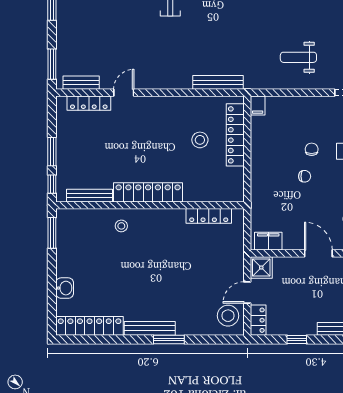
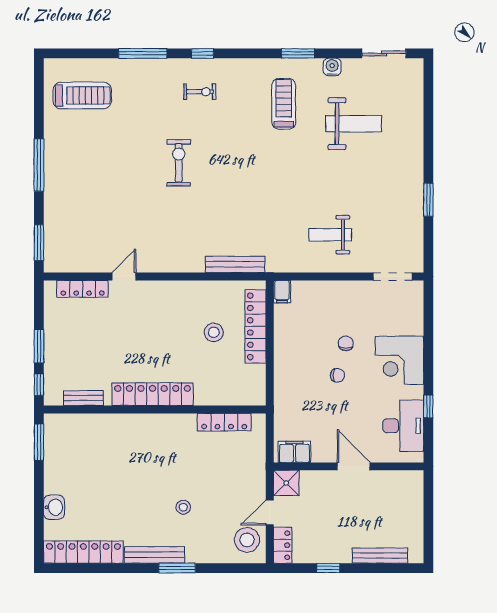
bench: (81, 83) -> (73, 265), removed
bench: (90, 196) -> (83, 398), width x0.73
stool: (121, 226) -> (183, 507), moved

